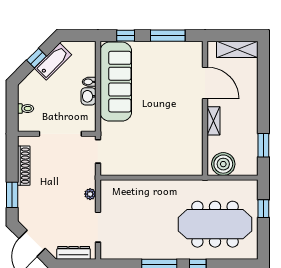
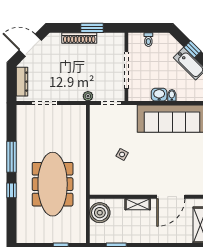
side table: (157, 139) -> (122, 154), added
shoe rack: (24, 166) -> (79, 38), moved
plant: (90, 194) -> (88, 96), moved
window: (12, 195) -> (92, 28), moved
meeting table: (215, 224) -> (53, 184), moved

